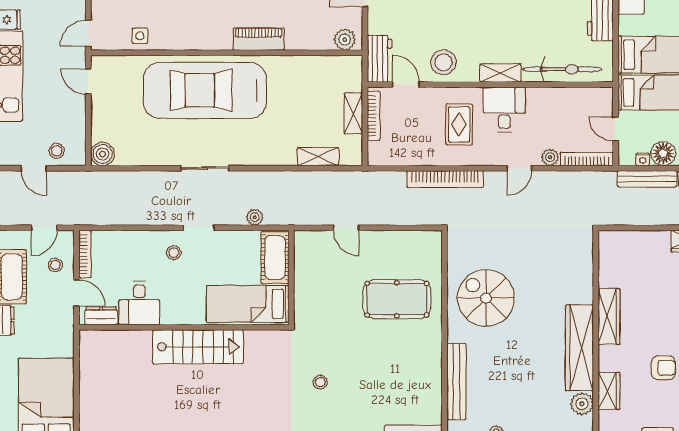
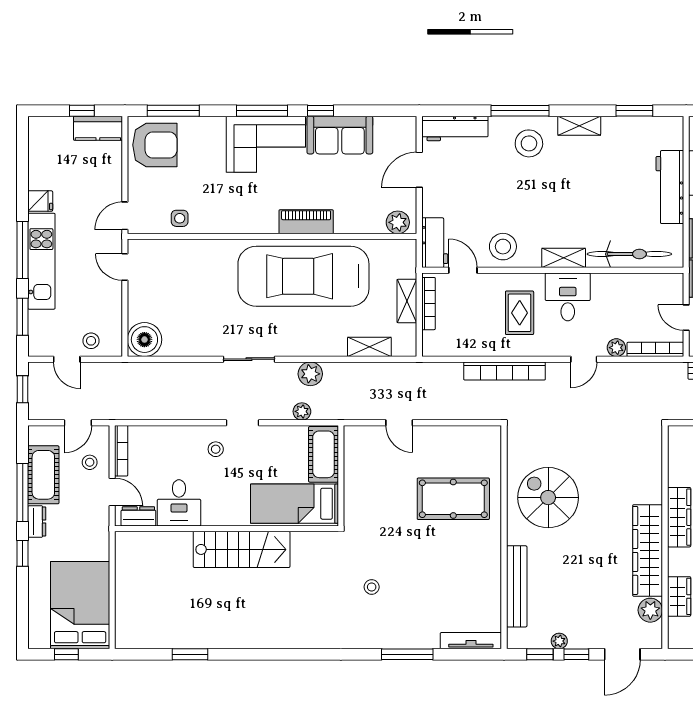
car: (205, 90) -> (303, 276), moved
boiler: (103, 154) -> (144, 340), width x1.37, depth x1.37
plant: (263, 182) -> (310, 374), added

